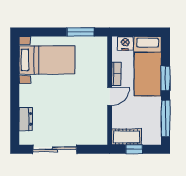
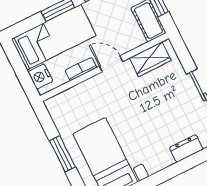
window: (80, 32) -> (62, 154), moved
wardrobe: (99, 125) -> (150, 59), added

